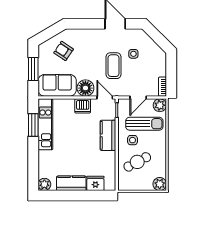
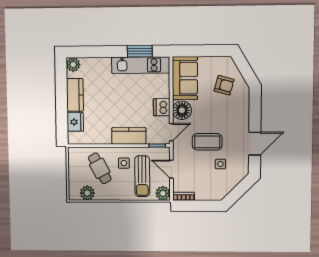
armchair: (64, 51) -> (224, 85), turned 71
window: (33, 69) -> (203, 51), removed
plant: (160, 184) -> (87, 193), moved

